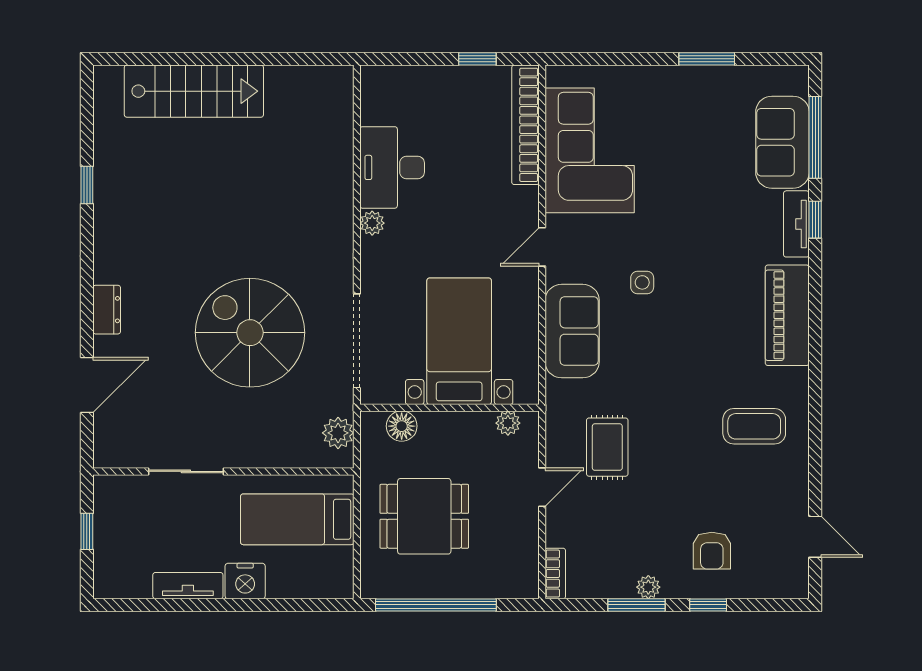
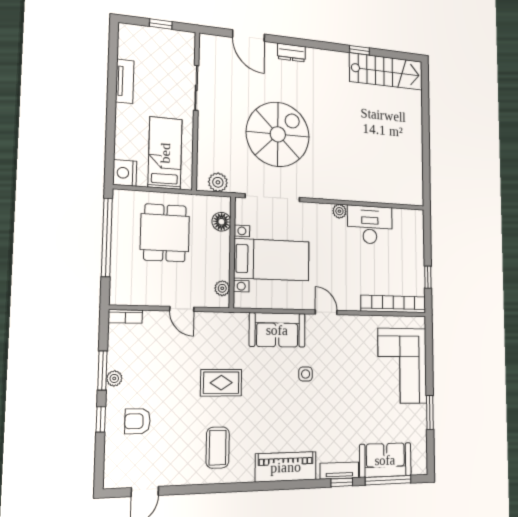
stairs: (194, 91) -> (386, 72), moved, turned -90
corner sofa: (590, 150) -> (402, 366), moved, turned 90
rug: (607, 447) -> (221, 383), moved
nightstand: (245, 581) -> (125, 173), moved

